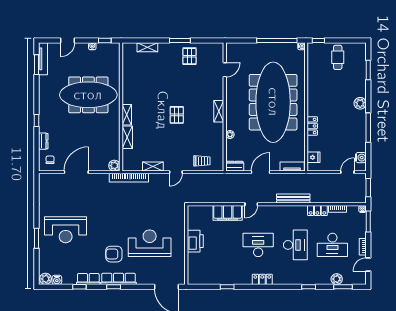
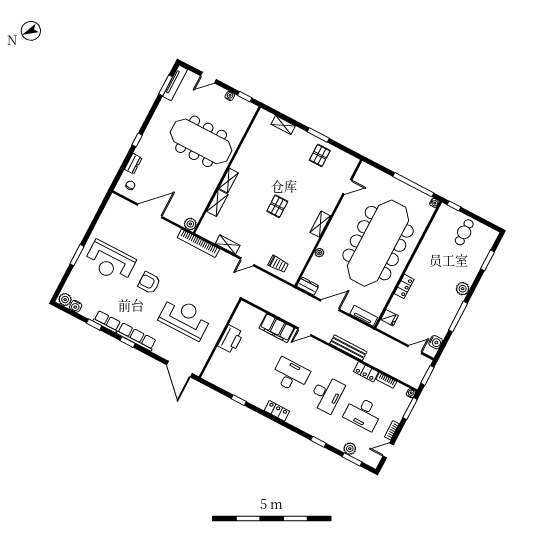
armchair: (114, 254) -> (149, 283), moved

